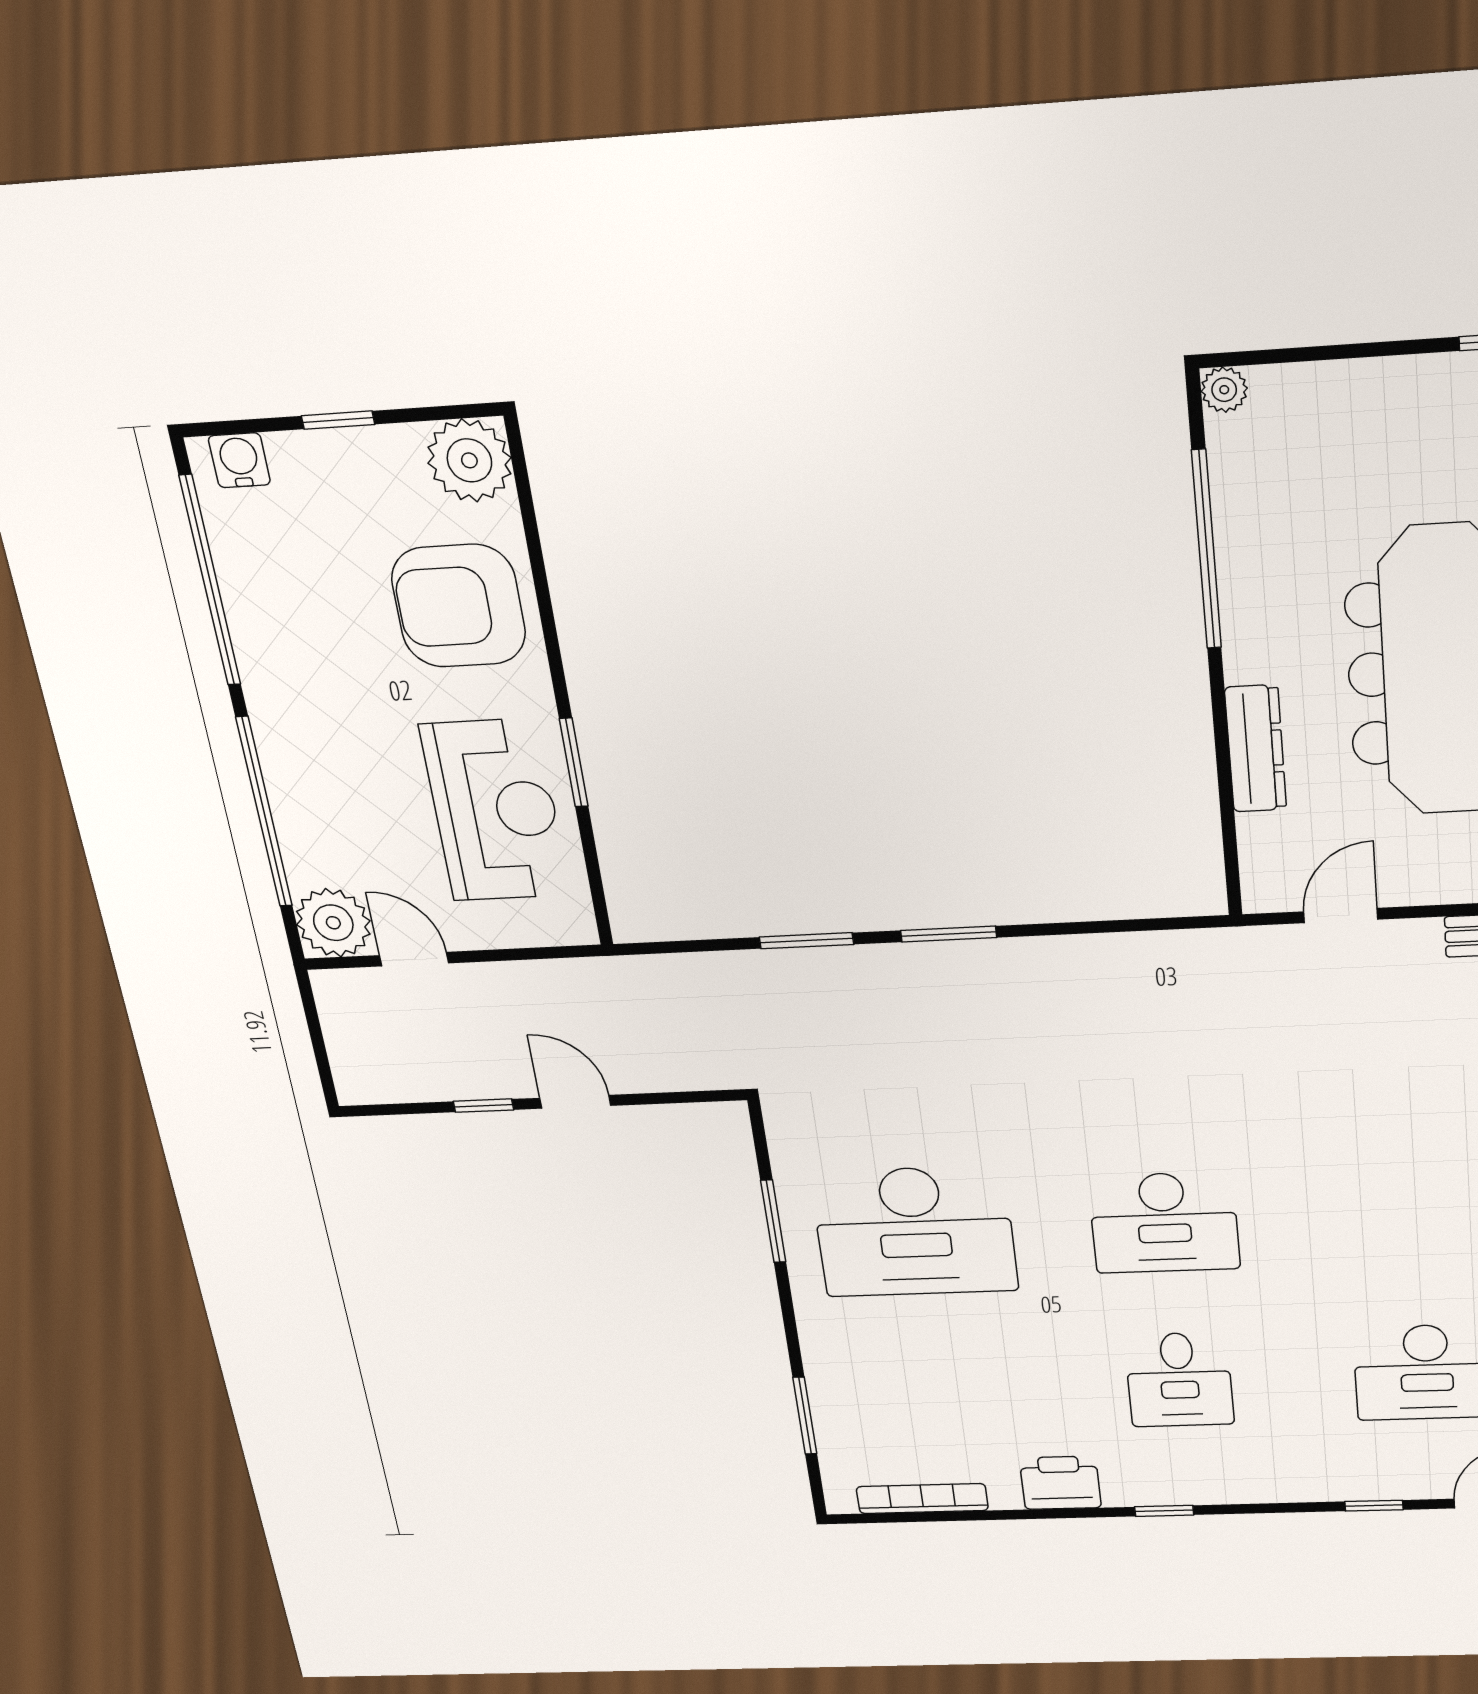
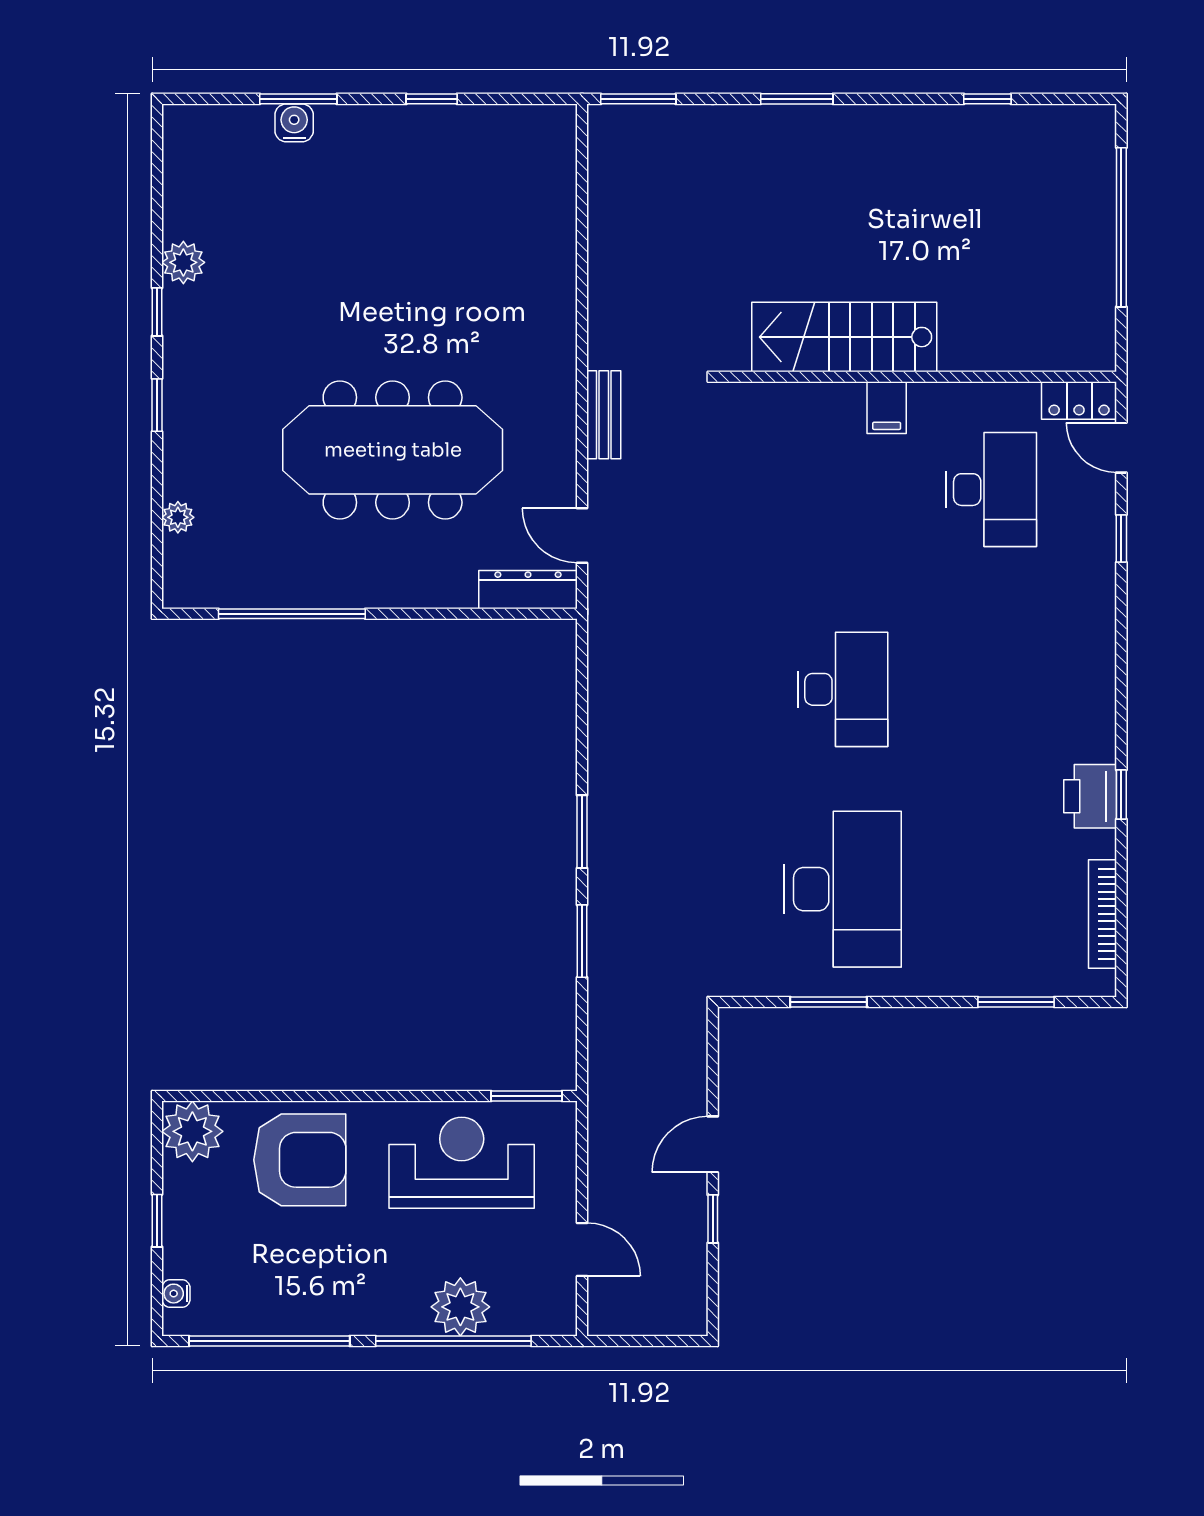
plant: (1224, 390) -> (178, 517), moved
water cooler: (239, 460) -> (176, 1294), width x0.72, depth x0.72
armchair: (459, 606) -> (300, 1160), turned -90
dresser: (1256, 749) -> (528, 590), moved
window: (574, 762) -> (526, 1096), moved
plant: (333, 923) -> (460, 1307), moved
door: (414, 959) -> (582, 1249), swing flipped
desk: (1179, 1380) -> (991, 689), removed
window: (1164, 1511) -> (1121, 795), moved

